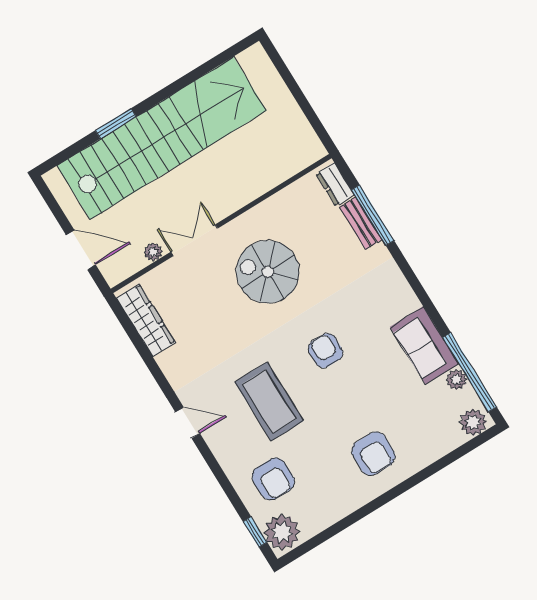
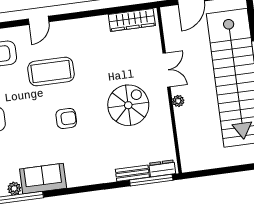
window: (373, 215) -> (151, 180), moved
plant: (153, 252) -> (178, 101), moved
door: (188, 423) -> (39, 20), moved

